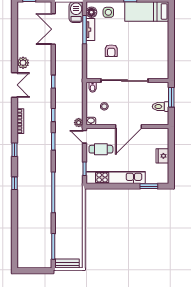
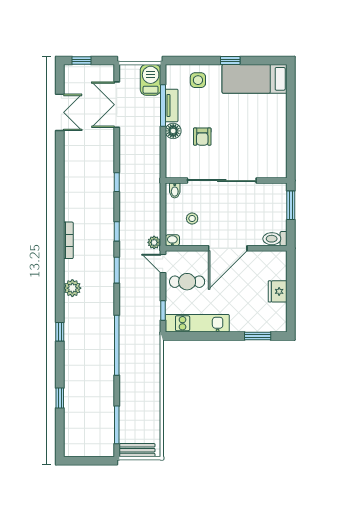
floor lamp: (91, 12) -> (173, 131), moved
plant: (23, 63) -> (72, 288), moved
double door: (15, 85) -> (60, 112), moved
toilet: (161, 107) -> (275, 239), moved
window: (15, 150) -> (60, 398), moved
kitchen unit: (116, 177) -> (197, 323), width x0.73

